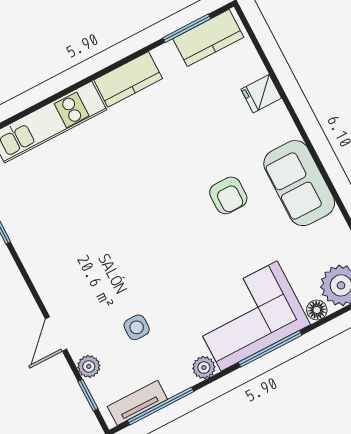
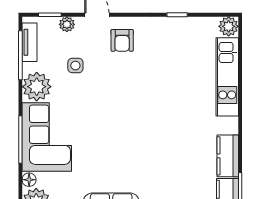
kitchen counter: (128, 79) -> (228, 156), moved
armchair: (228, 195) -> (122, 40), moved, turned -90
plant: (204, 368) -> (37, 87), width x1.88, depth x1.88

